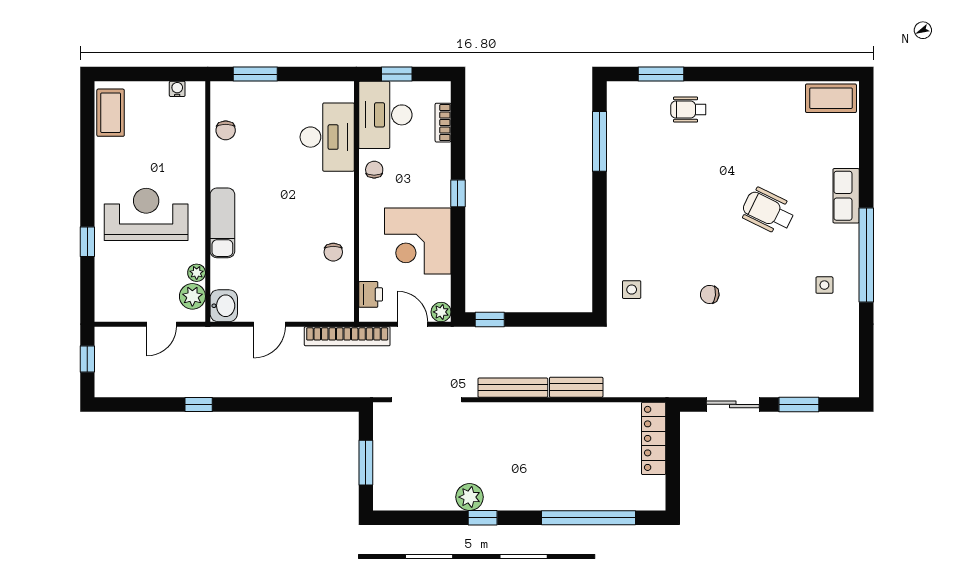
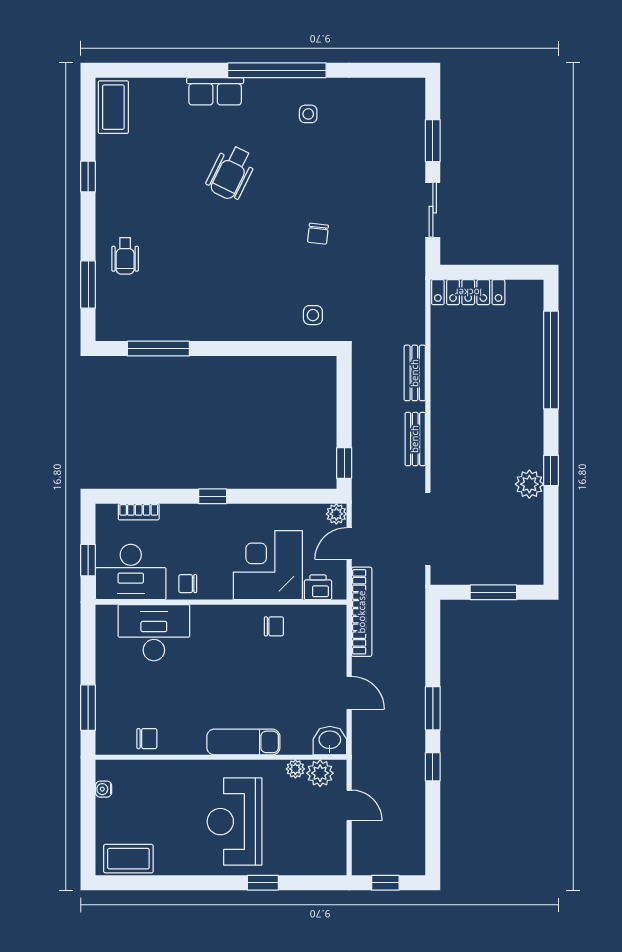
window: (764, 74) -> (88, 177), added
corner desk: (418, 241) -> (268, 565), moved, turned 180
bench: (513, 388) -> (415, 439), width x0.73
window: (255, 404) -> (433, 708), added

